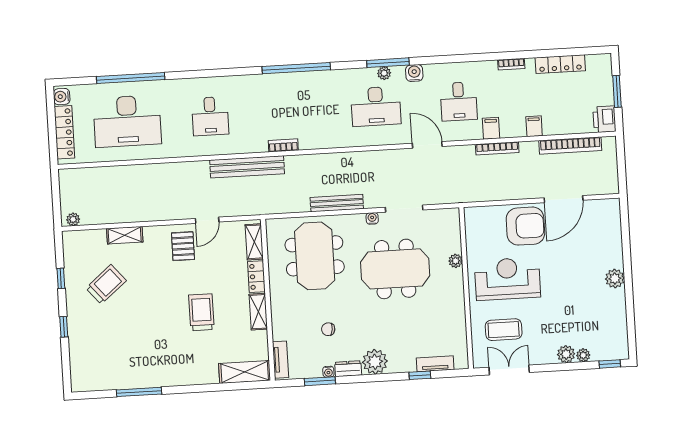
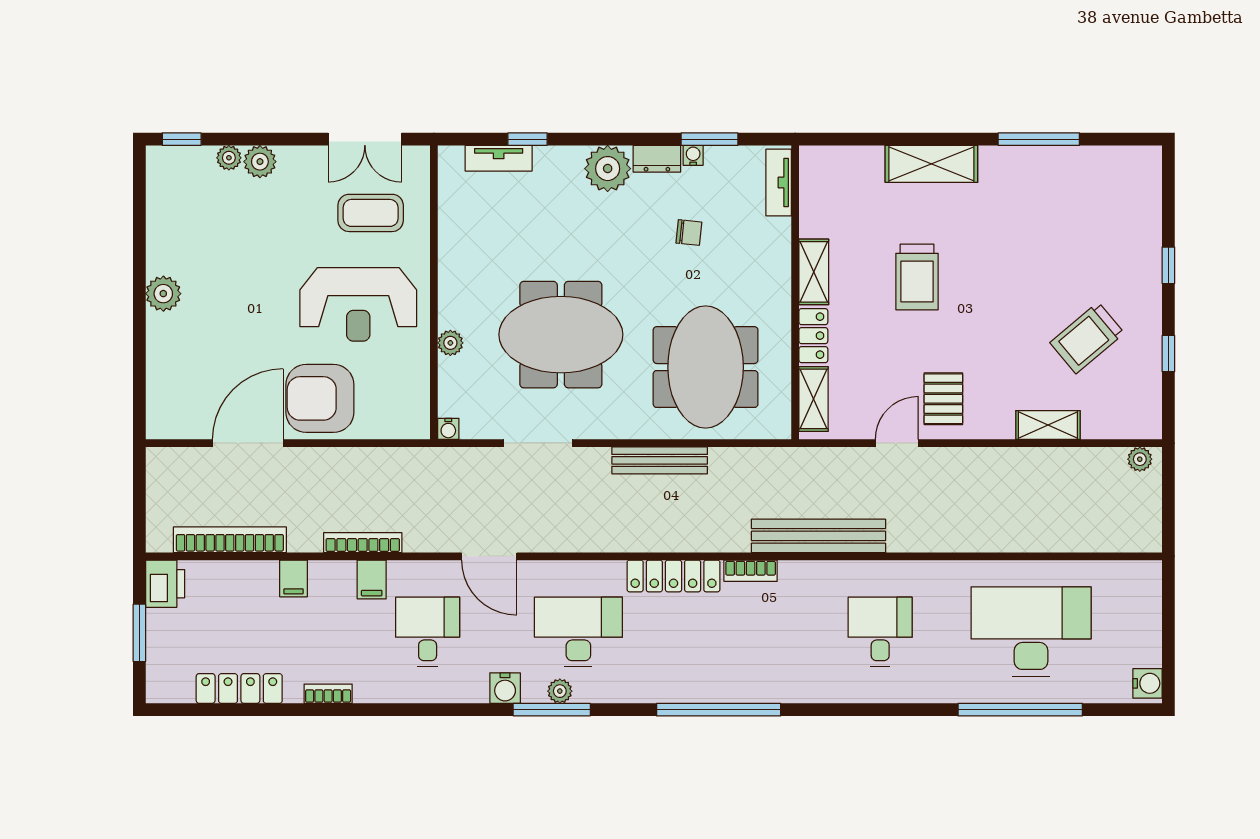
locker: (64, 132) -> (673, 576), moved, turned -90
water cooler: (372, 218) -> (448, 429), moved
shelving: (245, 372) -> (931, 164), moved

